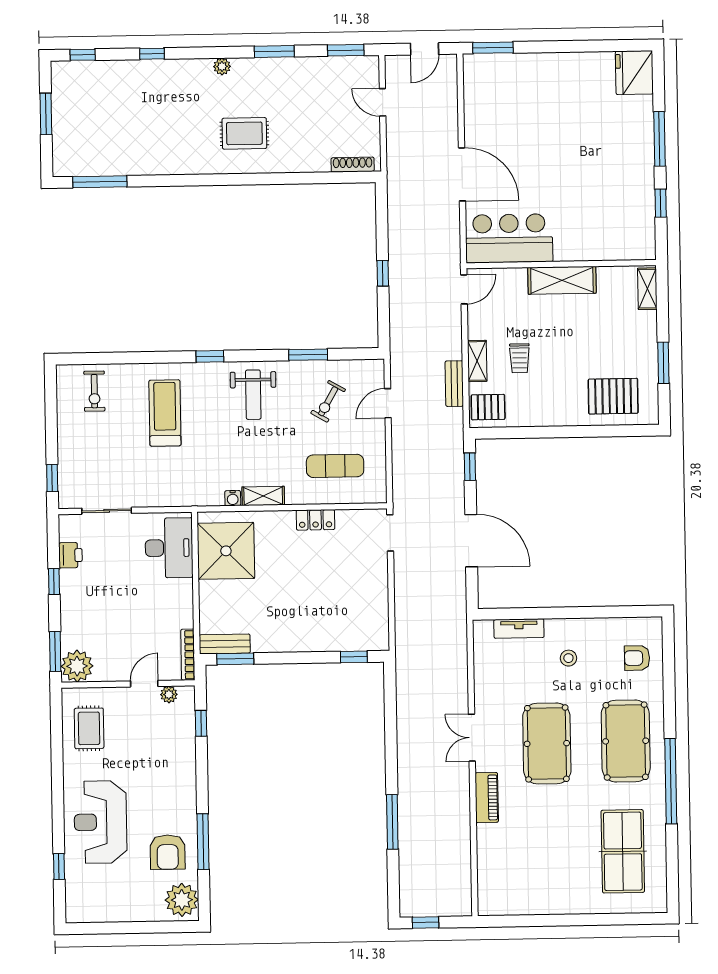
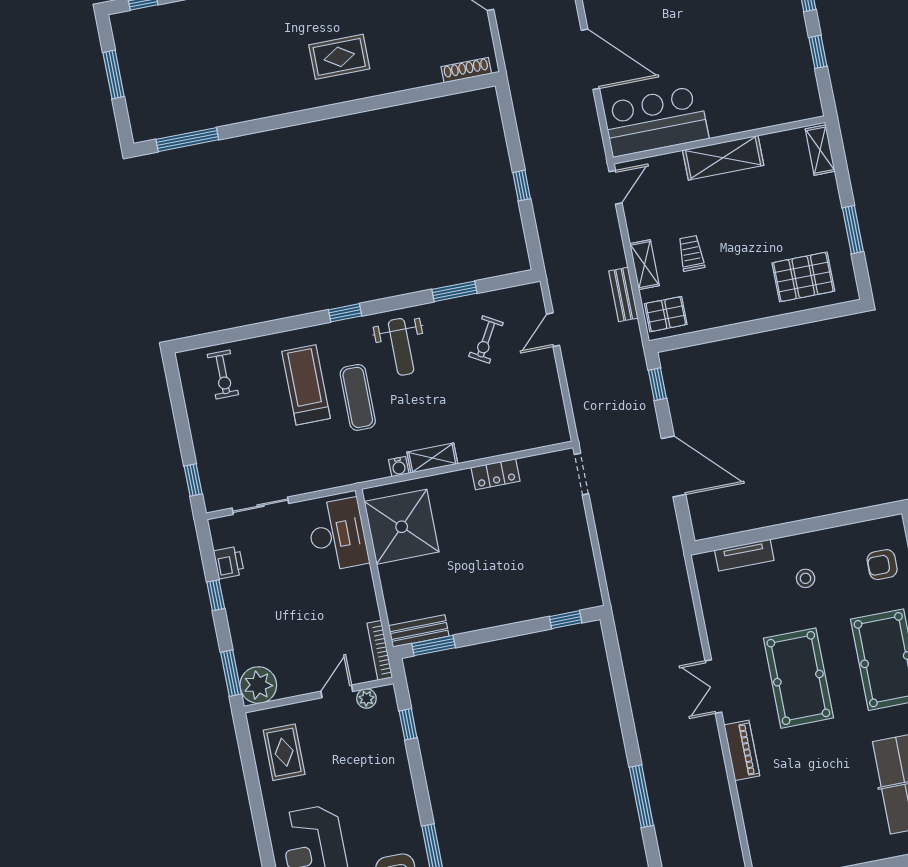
trolley: (519, 358) -> (691, 253), turned 180
exercise mat: (335, 466) -> (358, 397), moved, turned 90

